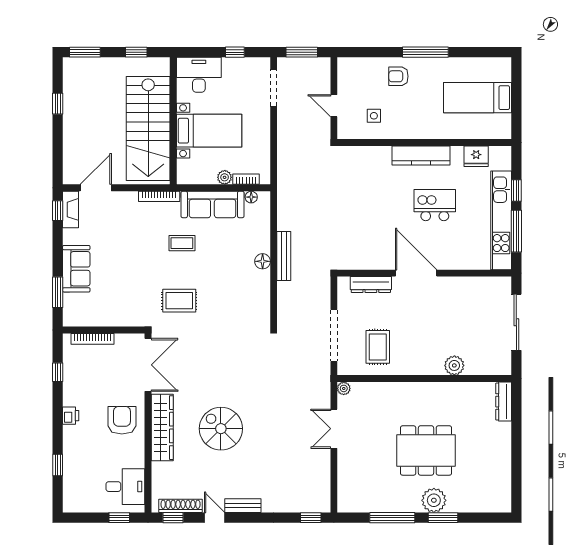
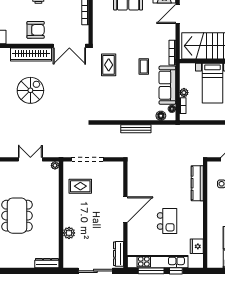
kitchen counter: (421, 156) -> (197, 183), moved
door: (96, 188) -> (178, 14), swing flipped
floor lamp: (263, 261) -> (161, 116), moved
dresser: (371, 285) -> (118, 254), moved

